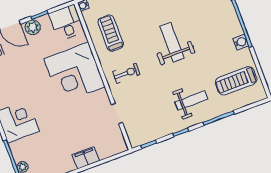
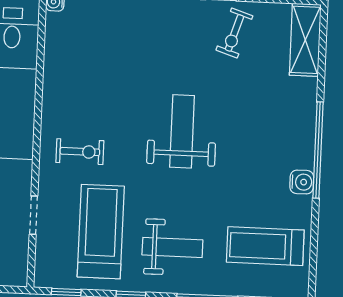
treadmill: (111, 33) -> (101, 232), moved, width x1.37, depth x1.38

